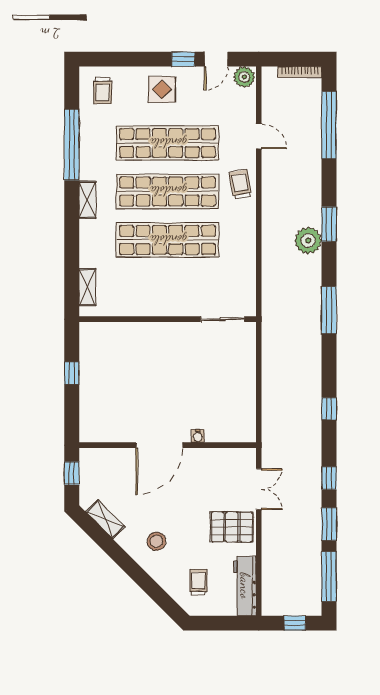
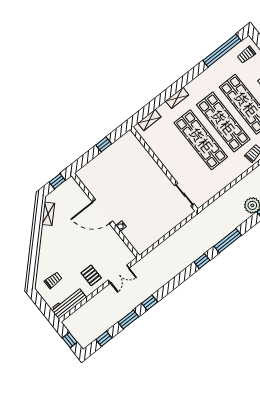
window: (72, 145) -> (222, 51), moved
shelving: (87, 200) -> (177, 98), moved
window: (329, 409) -> (202, 261), moved
pallet: (232, 527) -> (91, 275), width x0.67, depth x0.71
stool: (156, 541) -> (57, 246), removed
window: (329, 576) -> (104, 339), width x0.46

